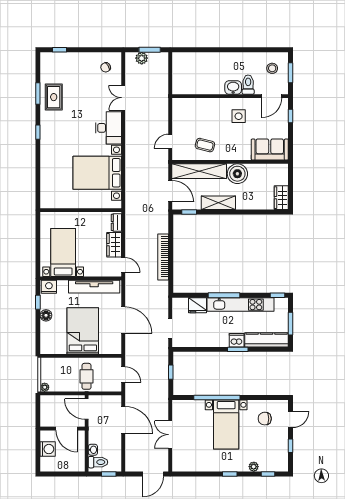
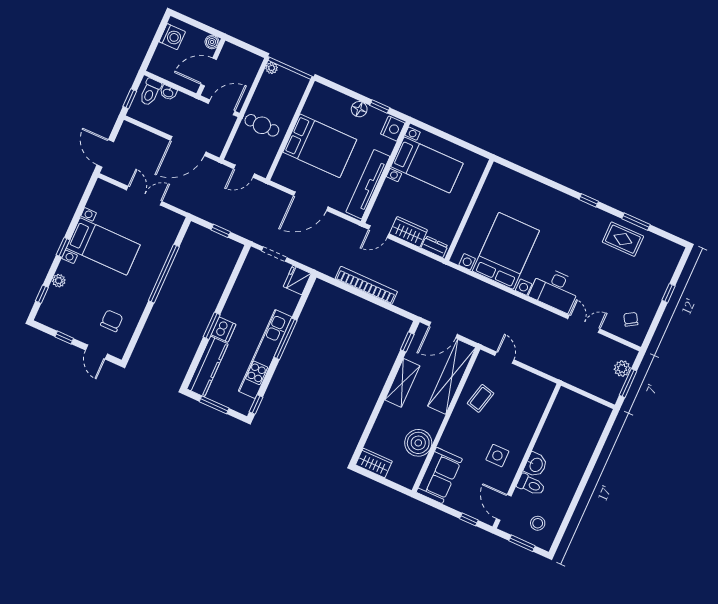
window: (60, 50) -> (669, 293), moved
boiler: (237, 174) -> (418, 443), moved
fridge: (197, 305) -> (297, 280), moved
bed with nightstands: (226, 425) -> (103, 246), moved, turned 180
boiler: (45, 436) -> (212, 42), added
washing machine: (48, 449) -> (172, 37), moved, turned -90

